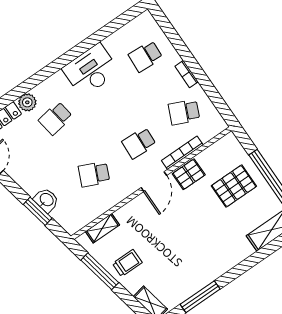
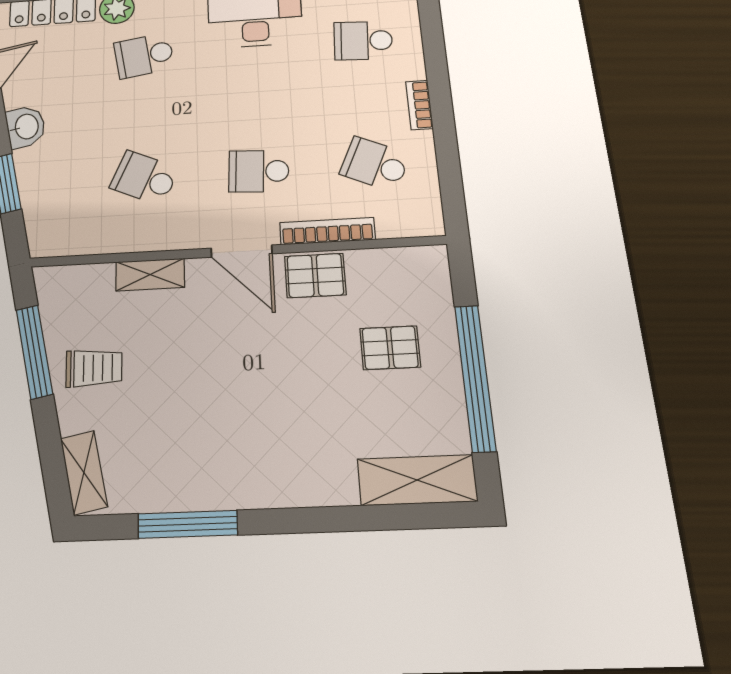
door: (154, 182) -> (242, 251), hinge flipped
pallet: (234, 186) -> (390, 348), width x0.67, depth x0.71
washbasin: (46, 200) -> (26, 127), moved
shelving: (102, 228) -> (150, 275), moved

